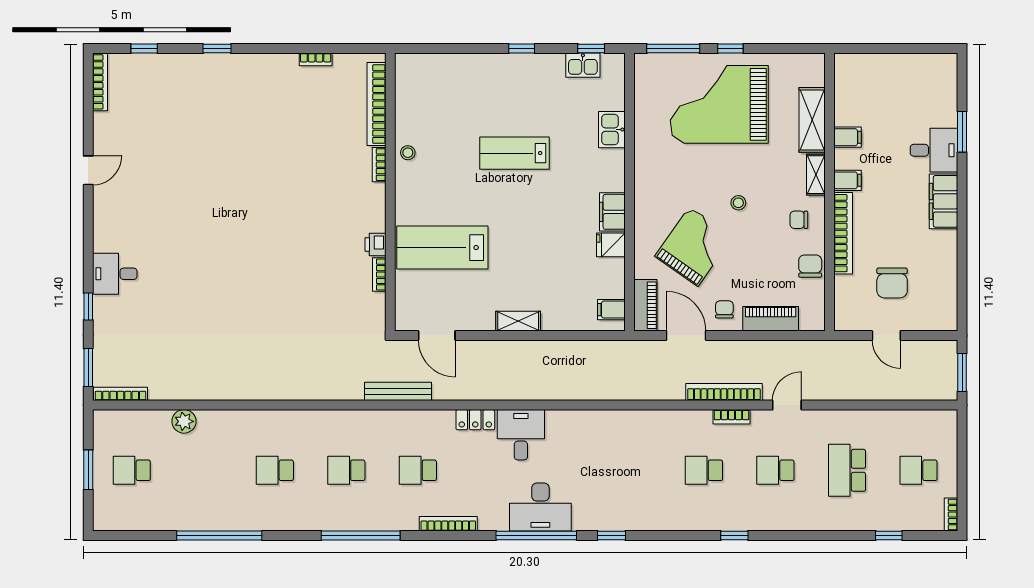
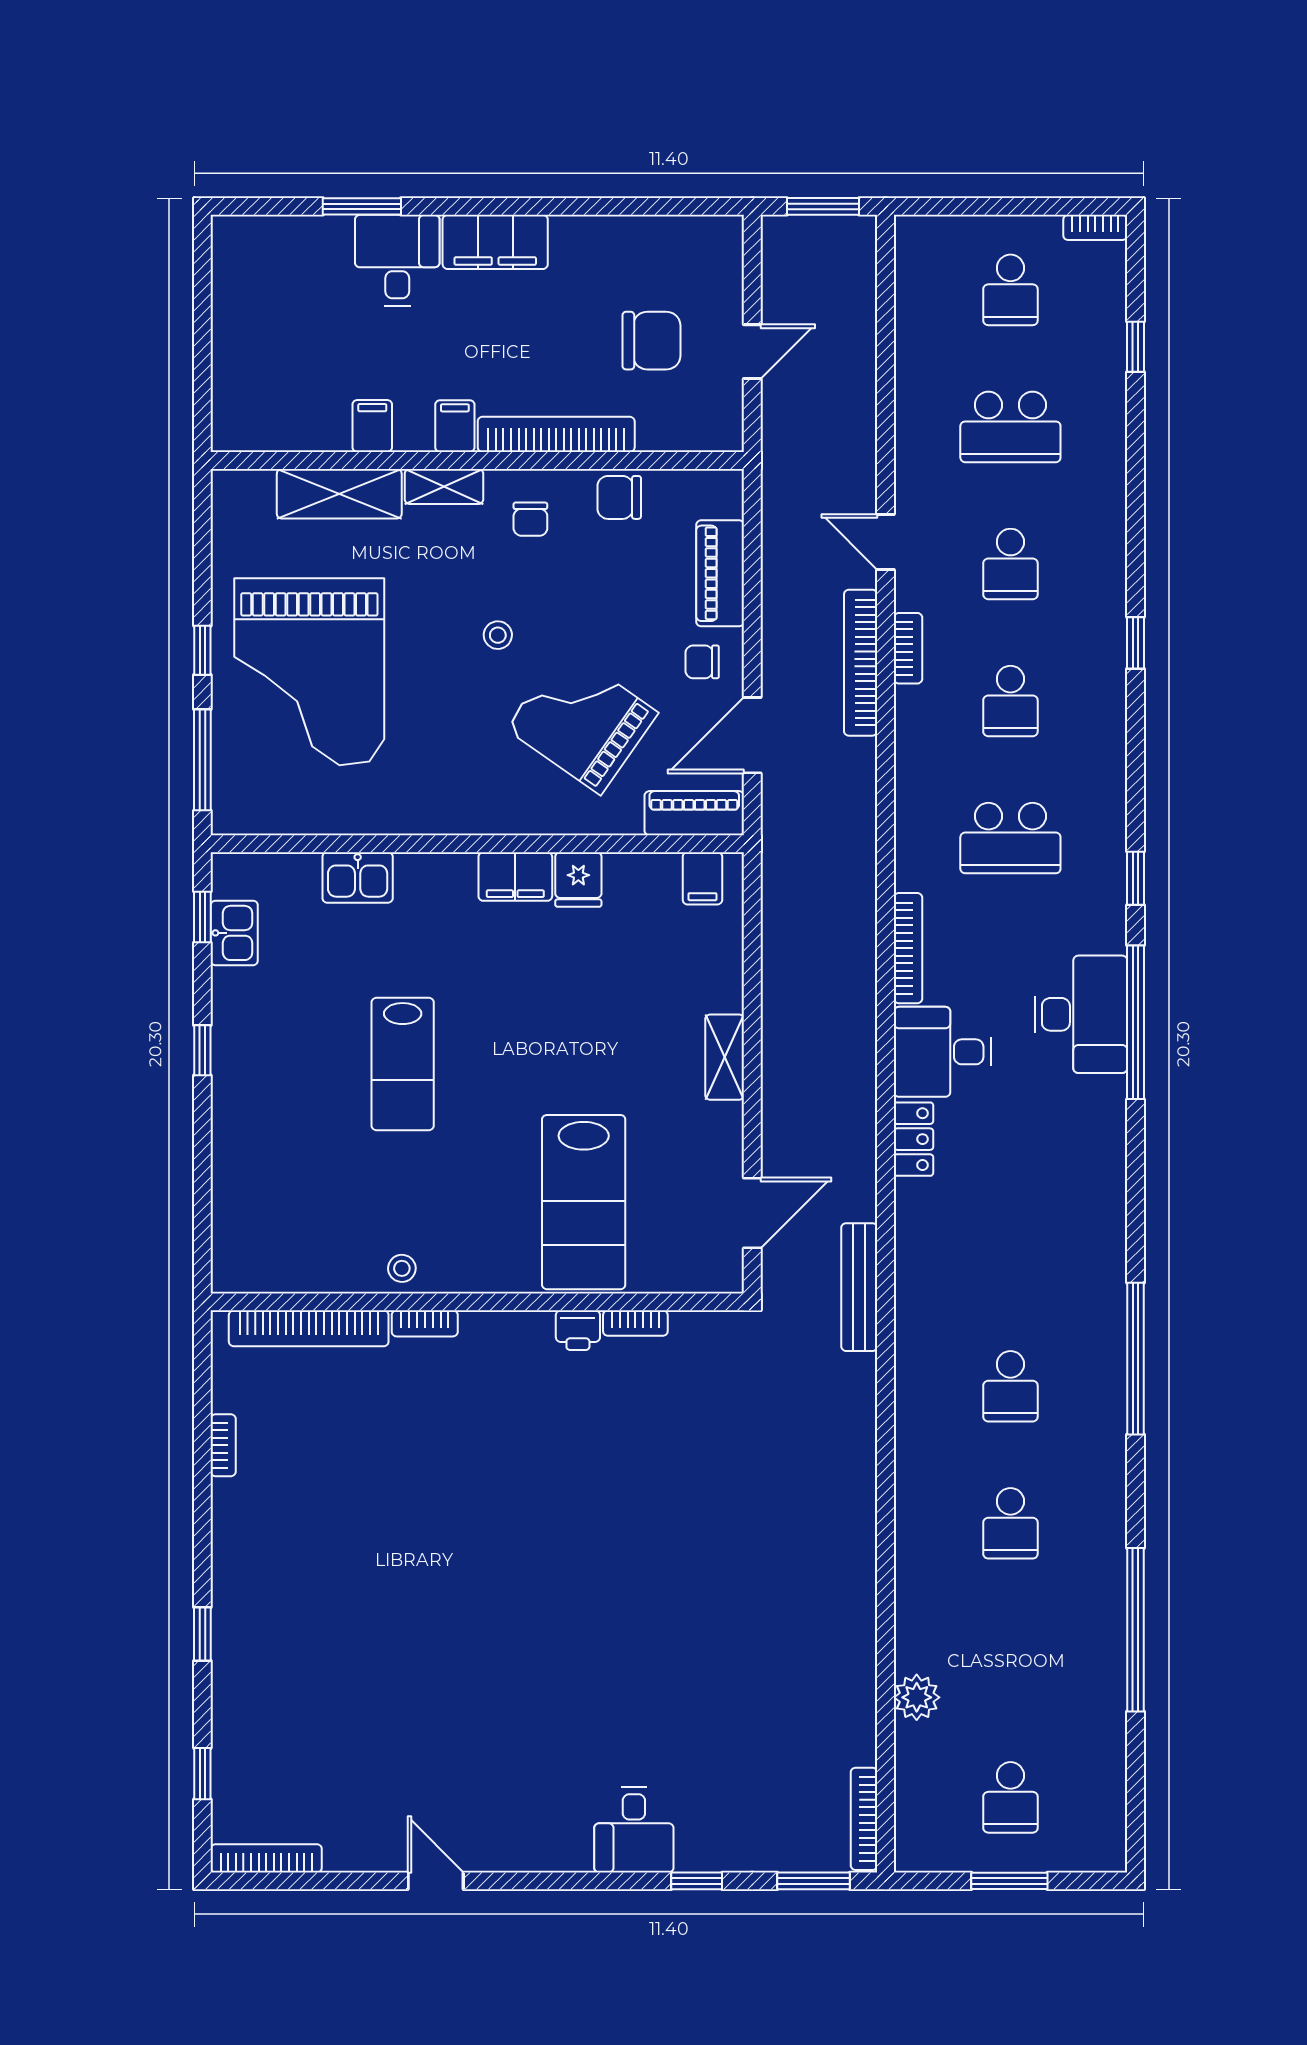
school desk: (418, 470) -> (1010, 838), moved, width x1.85
bookcase: (448, 524) -> (908, 948), moved, turned 180

